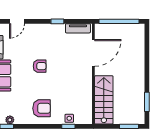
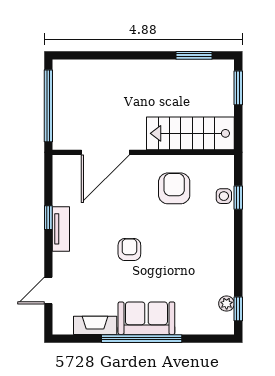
door: (17, 21) -> (48, 290), swing flipped
tv unit: (78, 28) -> (61, 229), moved
door: (93, 53) -> (105, 152), swing flipped
armchair: (42, 108) -> (174, 188), moved

